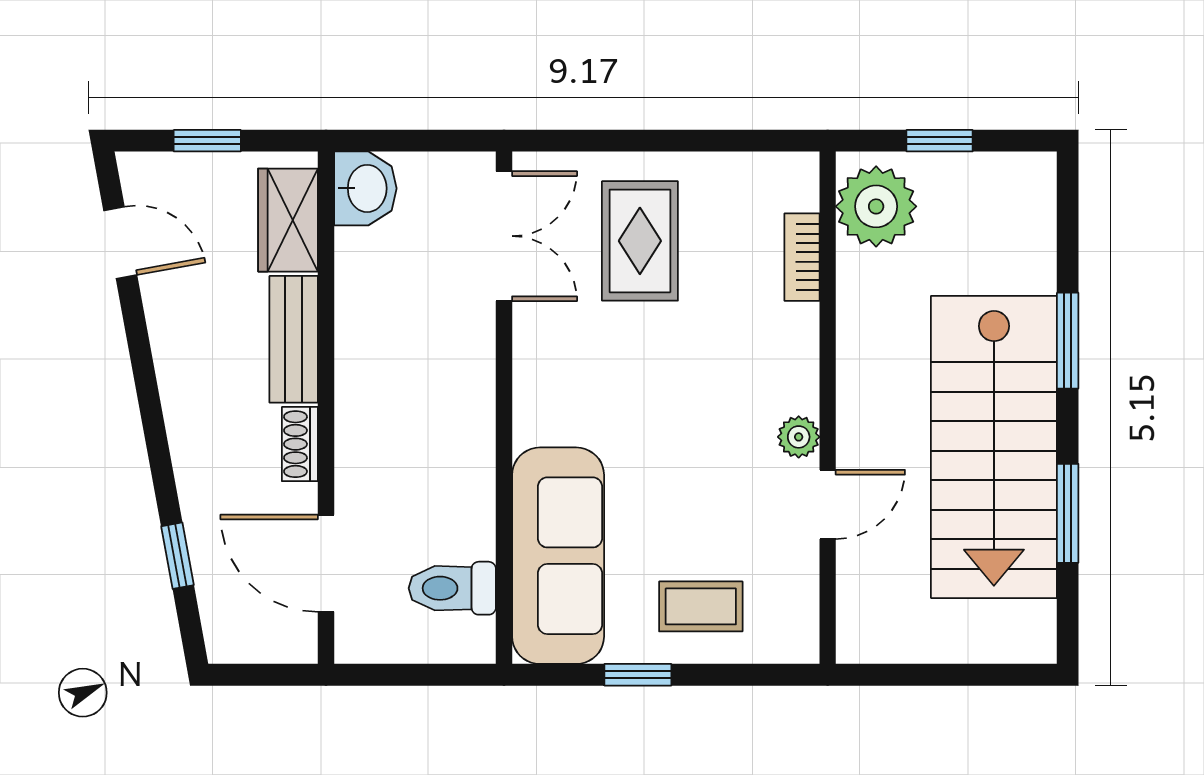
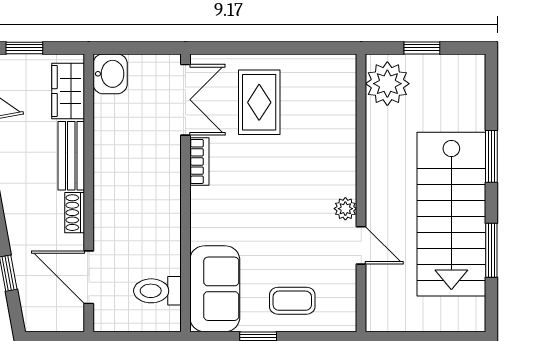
bookcase: (802, 257) -> (199, 161), moved, turned 180
door: (828, 504) -> (361, 245), hinge flipped
sofa: (558, 556) -> (215, 289), width x0.73

